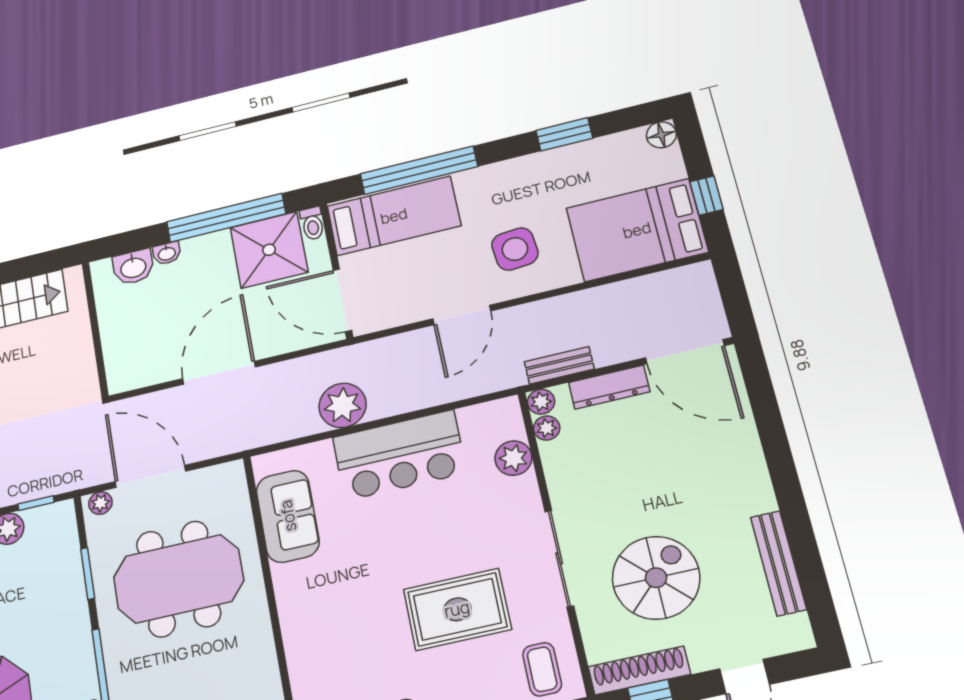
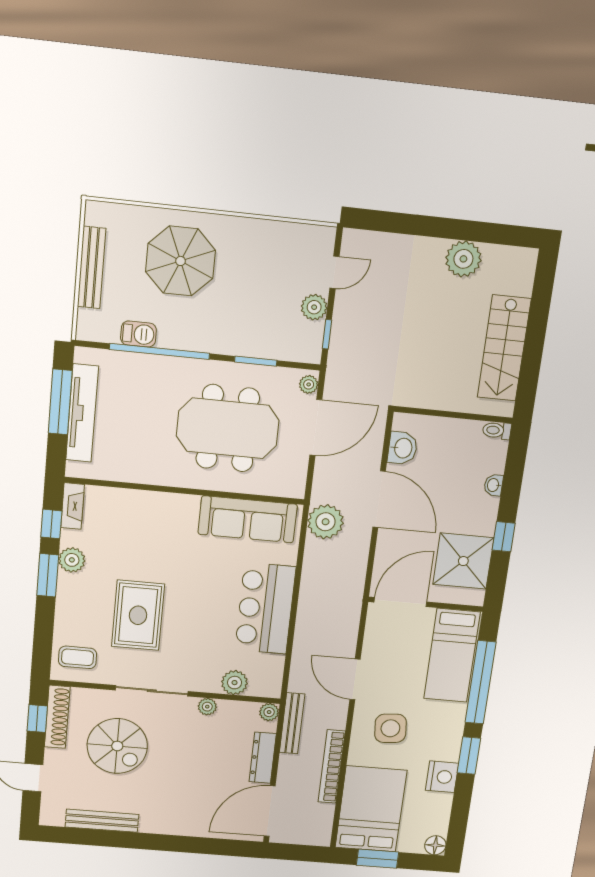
window: (564, 134) -> (469, 756), moved
nightstand: (561, 164) -> (442, 777), added
window: (706, 196) -> (377, 859), width x1.50
window: (226, 218) -> (504, 537), width x0.32
toilet: (312, 223) -> (497, 430), moved
washbasin: (133, 267) -> (403, 448), moved, turned 180
bookcase: (593, 299) -> (332, 767), added
bench: (559, 365) -> (292, 723), width x1.36
plant: (343, 405) -> (326, 522), moved
plant: (547, 428) -> (207, 707), moved
sofa: (288, 516) -> (248, 519), width x1.36
meeting table: (178, 579) -> (228, 428), turned 90

